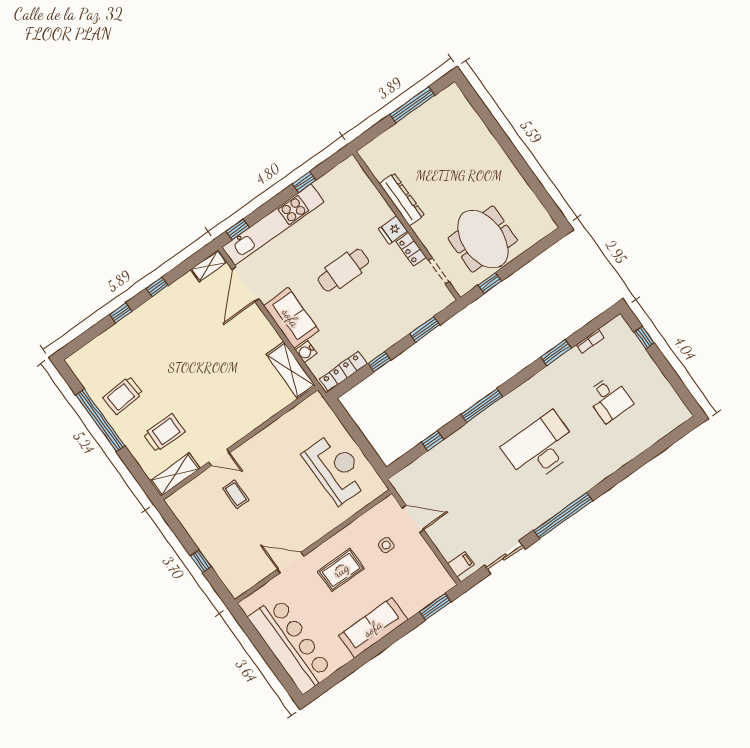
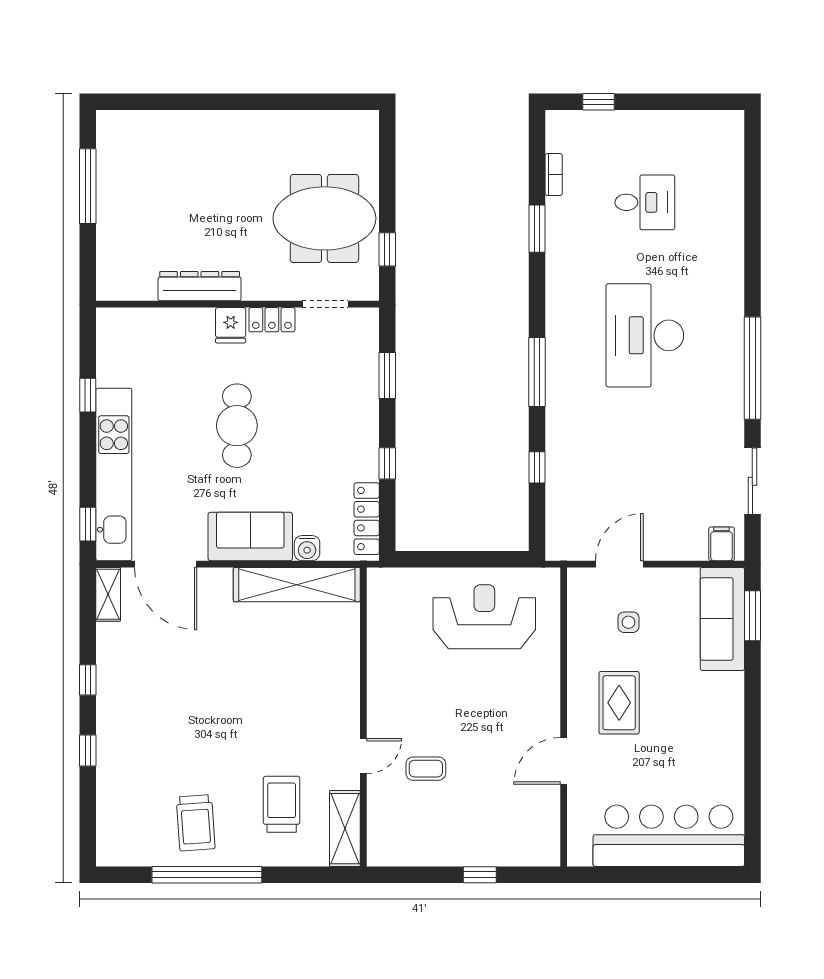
shelving: (291, 370) -> (297, 585), width x1.47
sofa: (373, 628) -> (722, 619), moved

